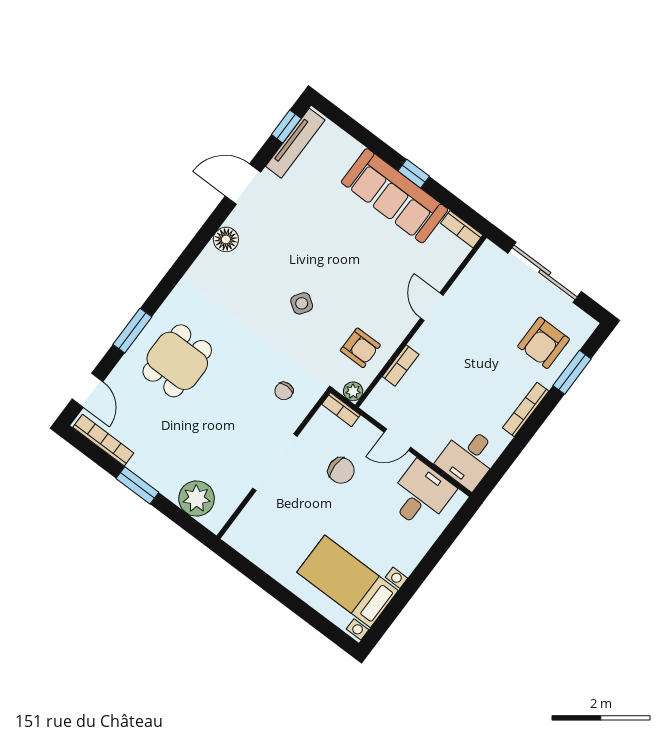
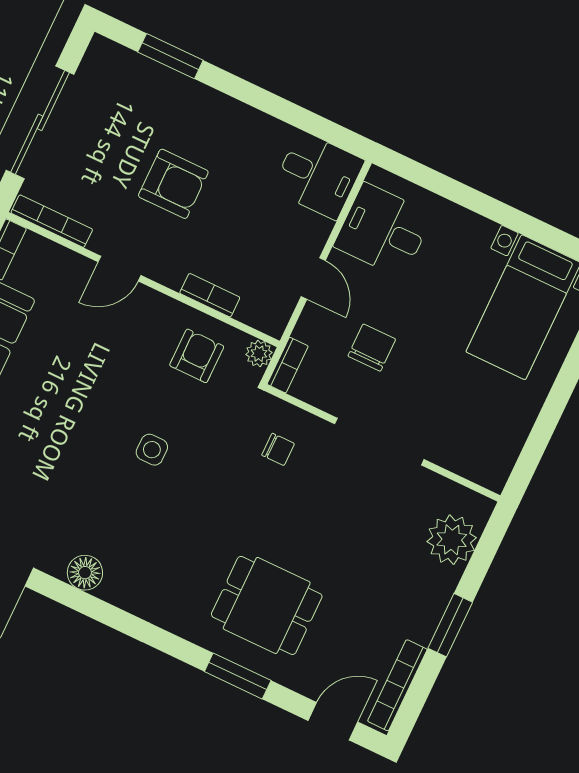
side table: (302, 303) -> (152, 450), turned -34
armchair: (544, 343) -> (173, 184), moved
bookcase: (526, 409) -> (52, 221), moved, turned 180

